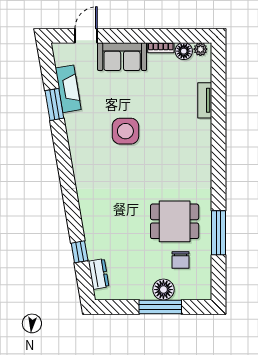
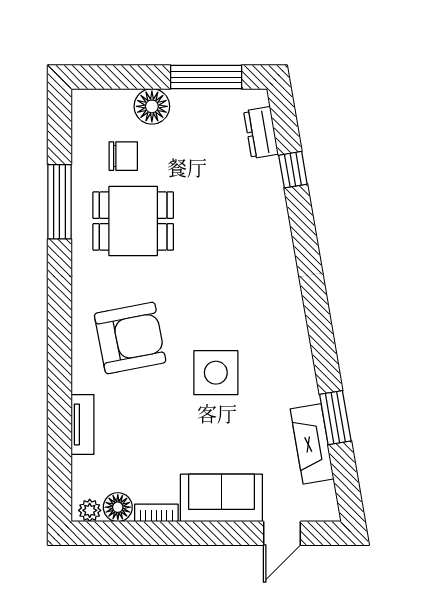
armchair: (176, 152) -> (130, 338), added
chair: (181, 260) -> (123, 156), turned 90
window: (160, 307) -> (206, 77), moved

